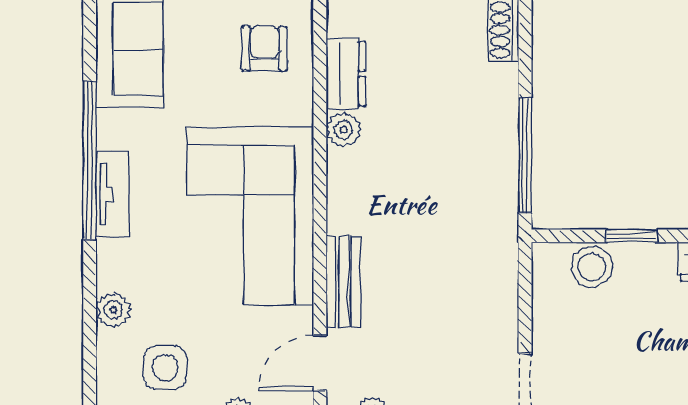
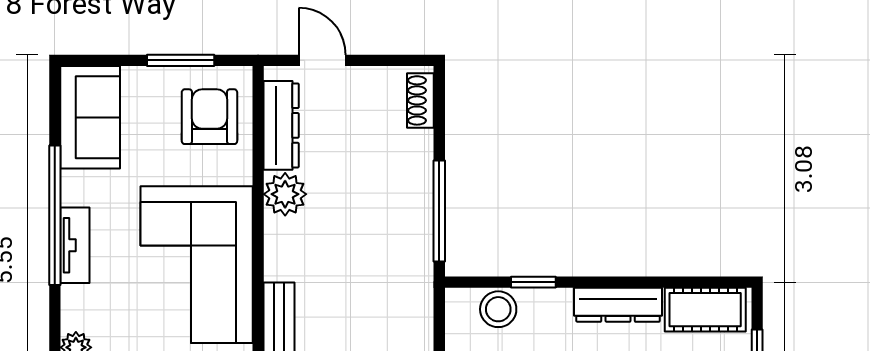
armchair: (265, 48) -> (209, 117), width x1.38, depth x1.38
dresser: (346, 74) -> (281, 125), width x1.44
plant: (344, 130) -> (285, 194), width x1.38, depth x1.38

